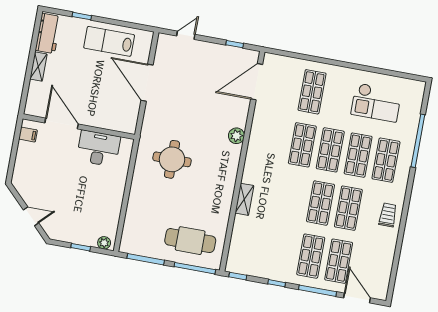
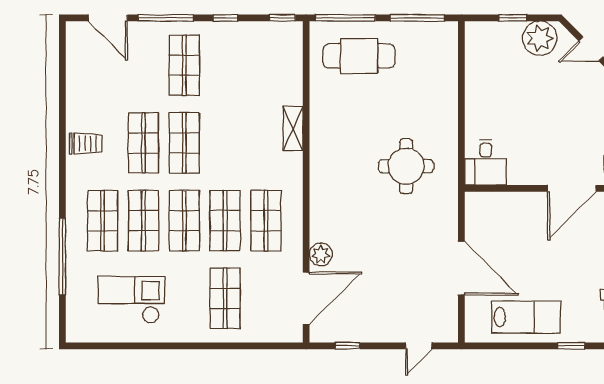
door: (62, 124) -> (572, 188), hinge flipped
plant: (236, 136) -> (321, 254), moved
desk: (98, 149) -> (486, 162), moved, width x0.73
trolley: (388, 215) -> (86, 144), turned -90
plant: (104, 243) -> (540, 38), moved, width x1.87, depth x1.87
shop shelf: (339, 261) -> (266, 221), moved

